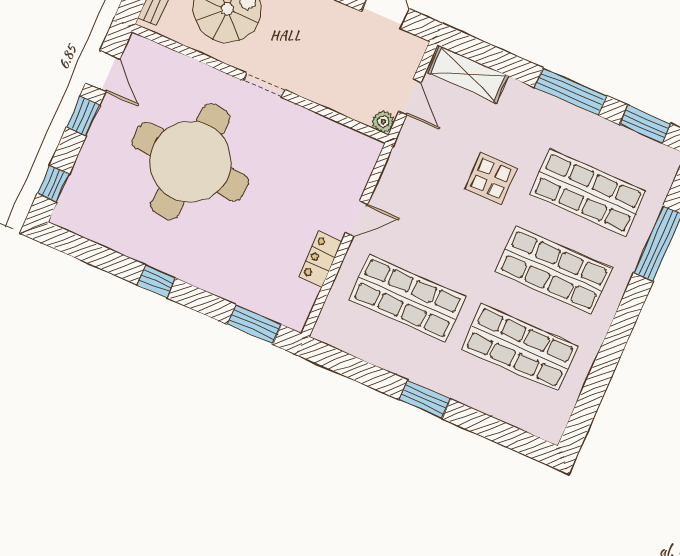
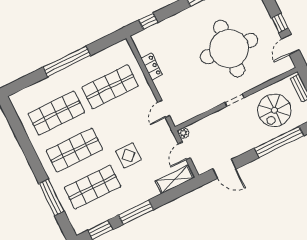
door: (103, 71) -> (290, 44), hinge flipped
door: (410, 97) -> (184, 151), hinge flipped
door: (357, 218) -> (164, 109), moved
window: (254, 324) -> (148, 21), width x0.67
window: (425, 399) -> (67, 61), width x2.11

